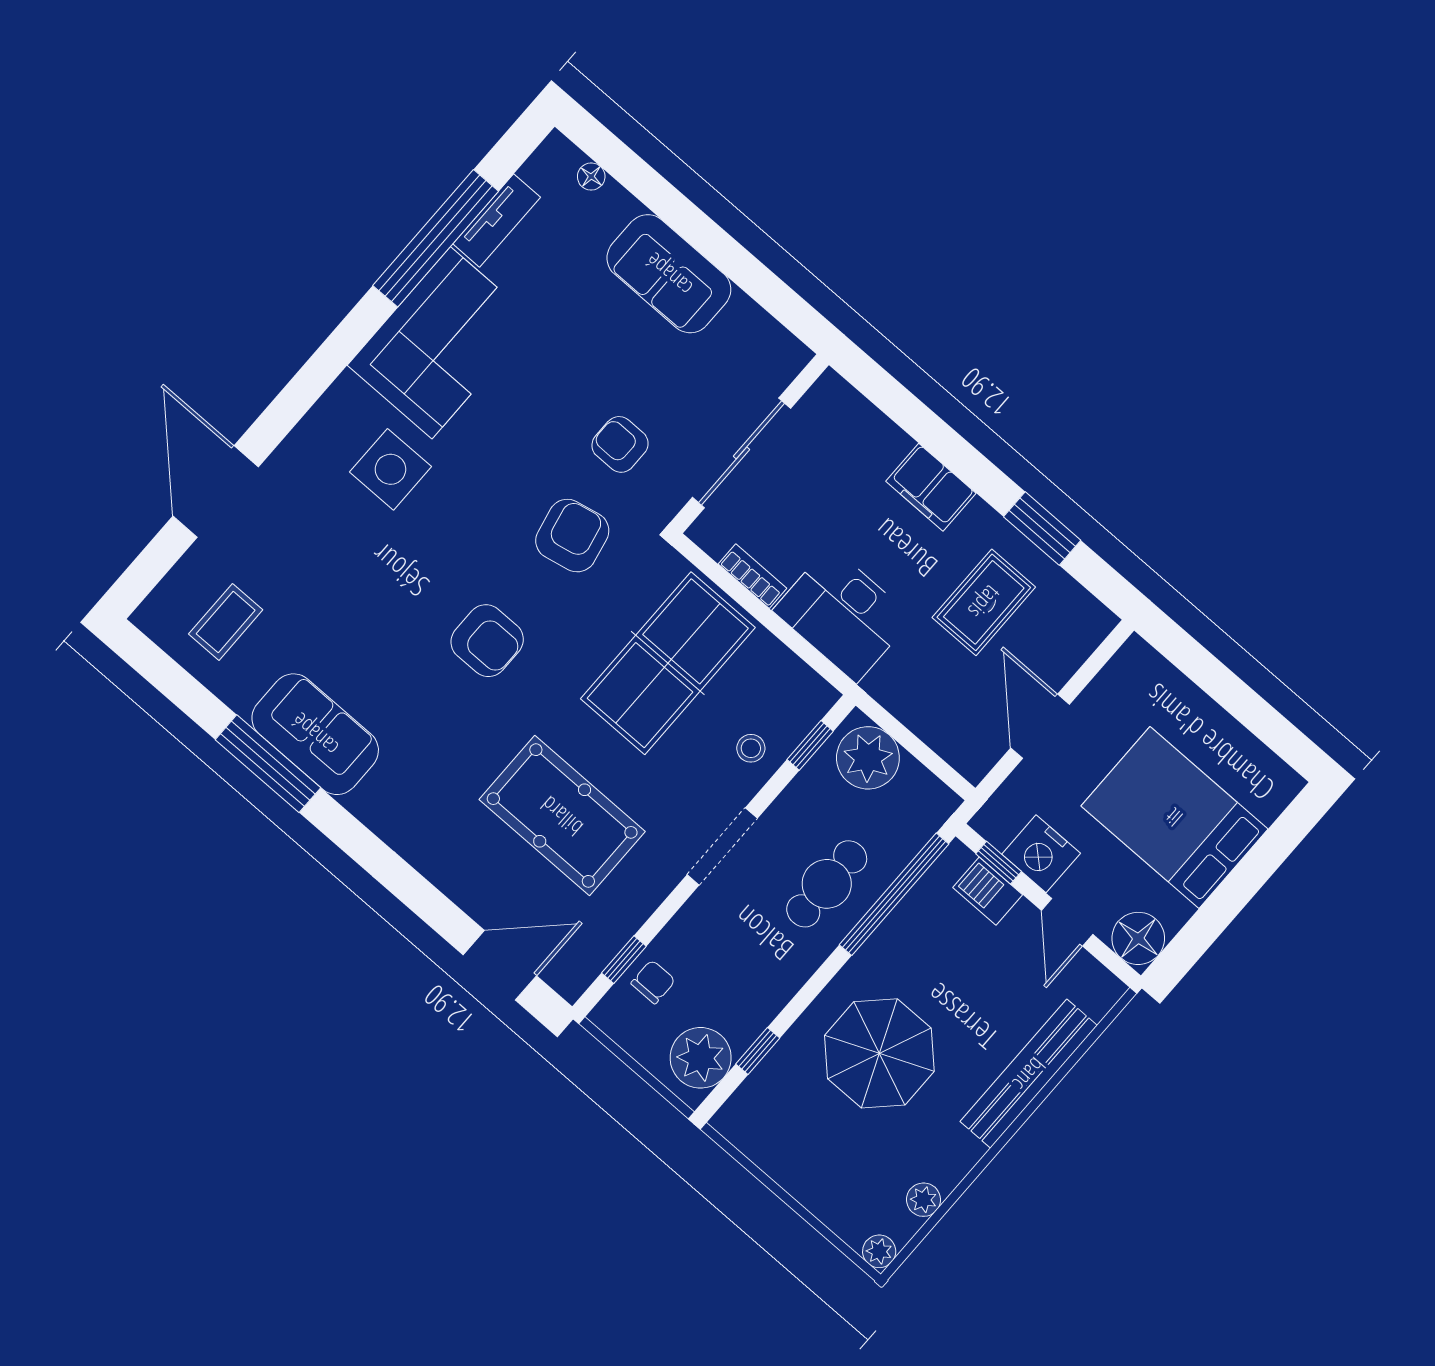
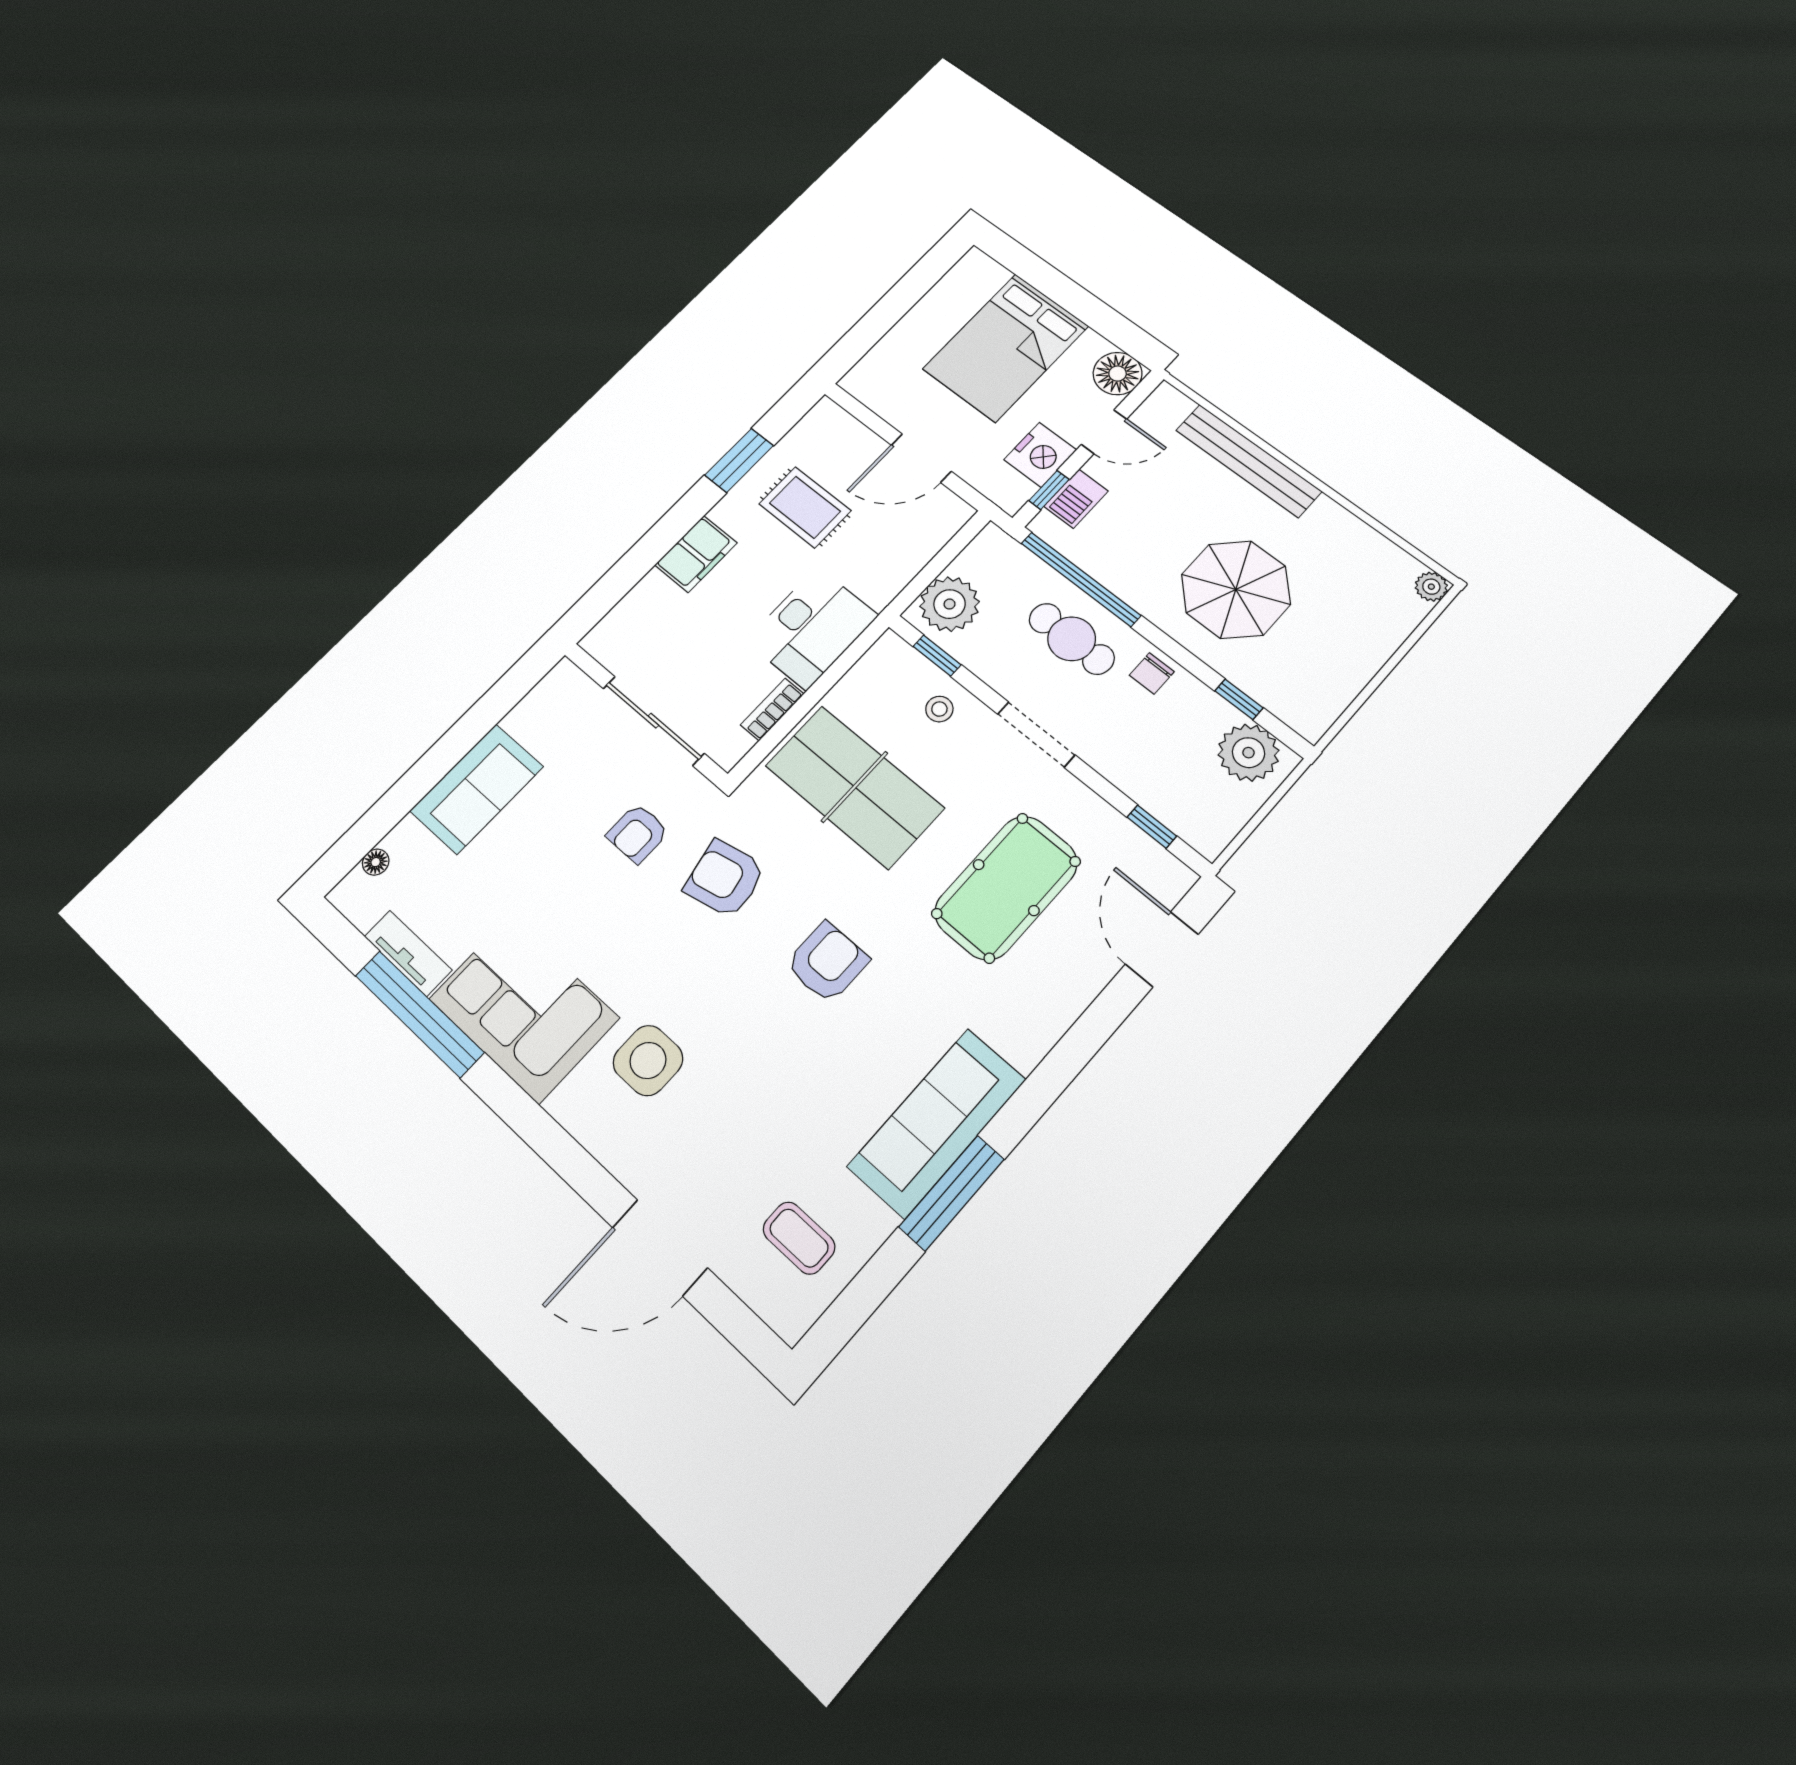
sofa: (315, 734) -> (937, 1123), width x1.36
chair: (653, 982) -> (1152, 673), moved, turned -90
plant: (924, 1200) -> (1377, 548), removed

